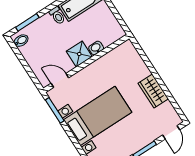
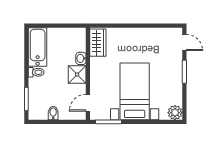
bidet: (21, 41) -> (53, 113), moved
wardrobe: (153, 91) -> (98, 43), moved, turned -90

